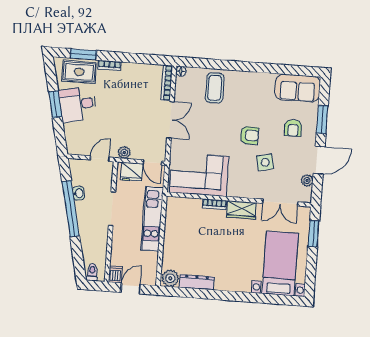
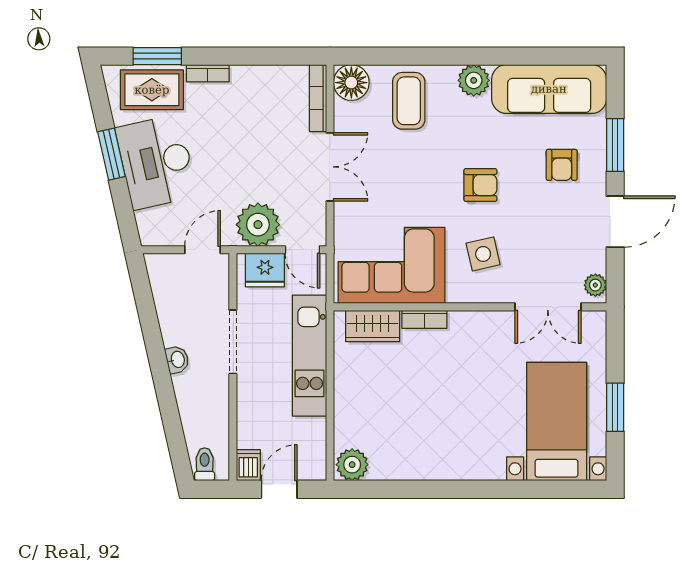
floor lamp: (181, 71) -> (351, 83), width x1.89, depth x1.89
plant: (250, 80) -> (474, 80), added
sofa: (298, 88) -> (549, 89), width x1.36
desk: (78, 104) -> (156, 162), width x1.37
plant: (124, 152) -> (258, 225), width x1.87, depth x1.87
side table: (265, 162) -> (483, 254), moved
plant: (307, 180) -> (595, 285), moved
washbasin: (79, 193) -> (177, 360), moved
window: (71, 209) -> (155, 348), removed
wardrobe: (241, 210) -> (373, 326), moved
window: (314, 234) -> (615, 407), moved
dresser: (197, 282) -> (402, 468), removed

